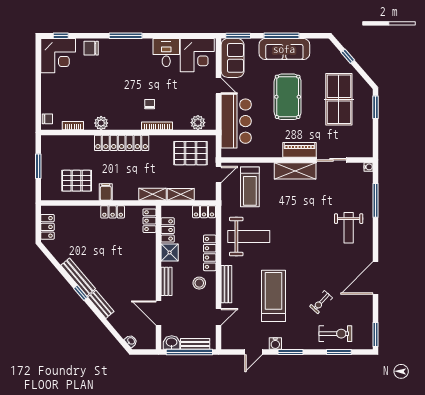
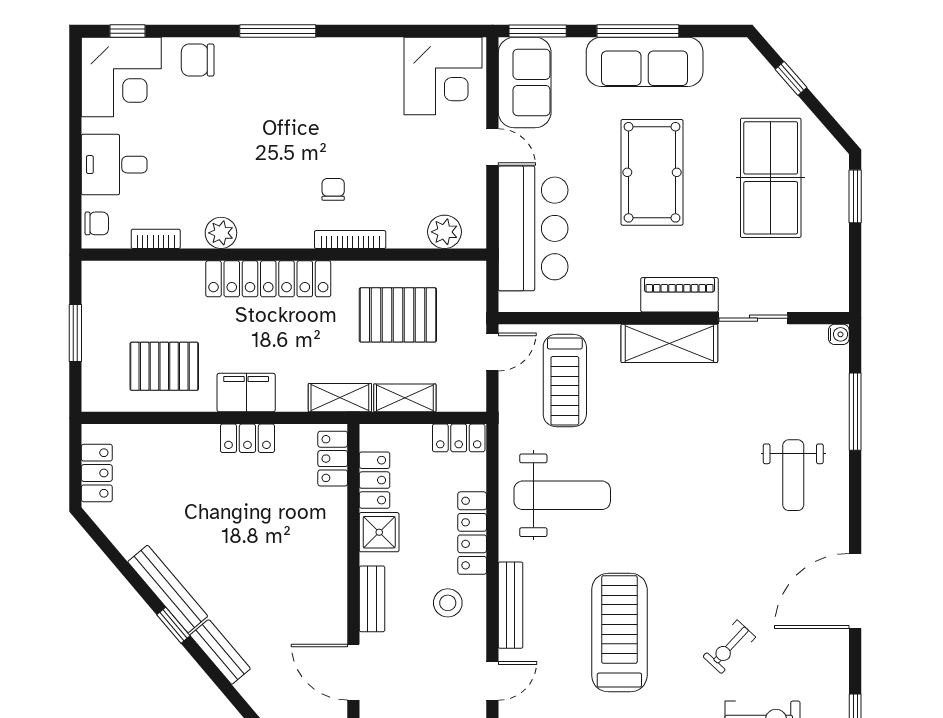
desk: (166, 52) -> (114, 165), moved, turned -90
pallet: (190, 153) -> (398, 315), moved
filing cabinet: (106, 192) -> (246, 393), width x2.00

